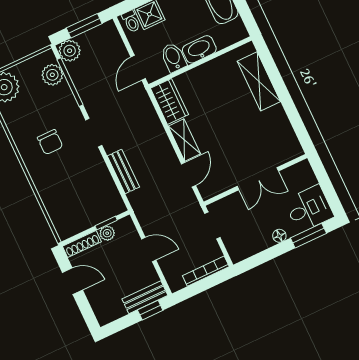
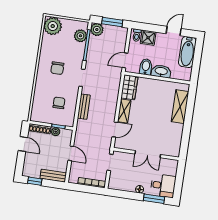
chair: (85, 189) -> (59, 103), added
window: (150, 310) -> (35, 181), moved

